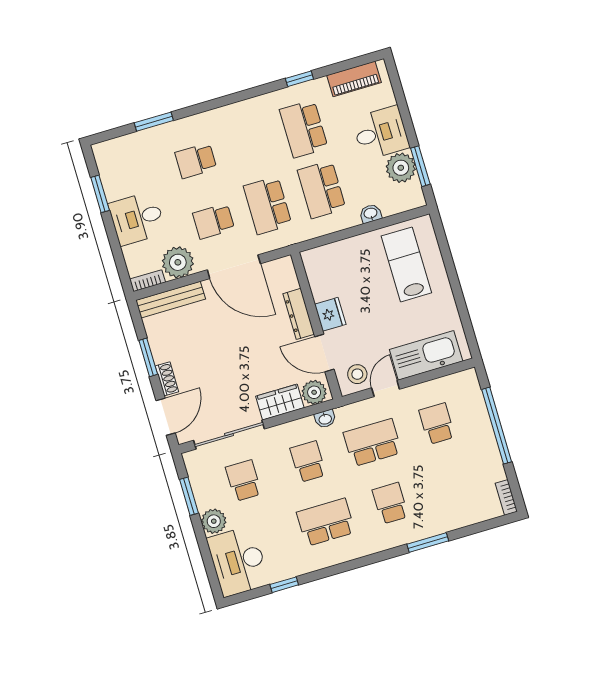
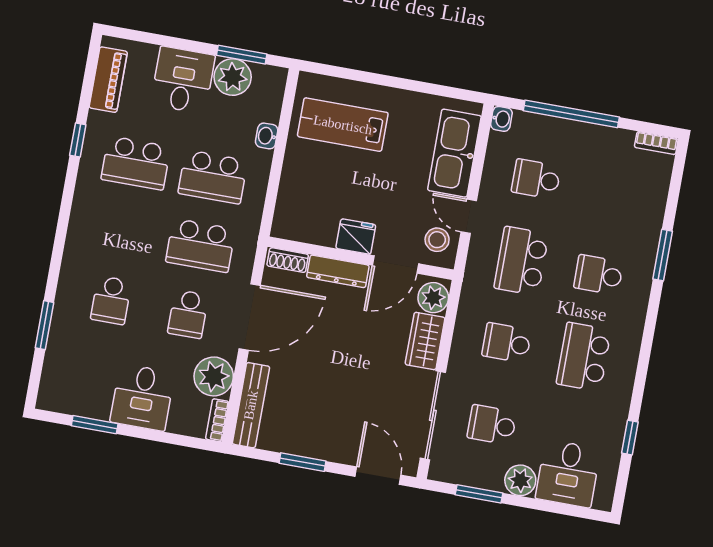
shoe rack: (167, 379) -> (288, 260), moved, turned 180
washbasin: (325, 419) -> (501, 119), moved
desk: (238, 561) -> (568, 474), width x0.73

